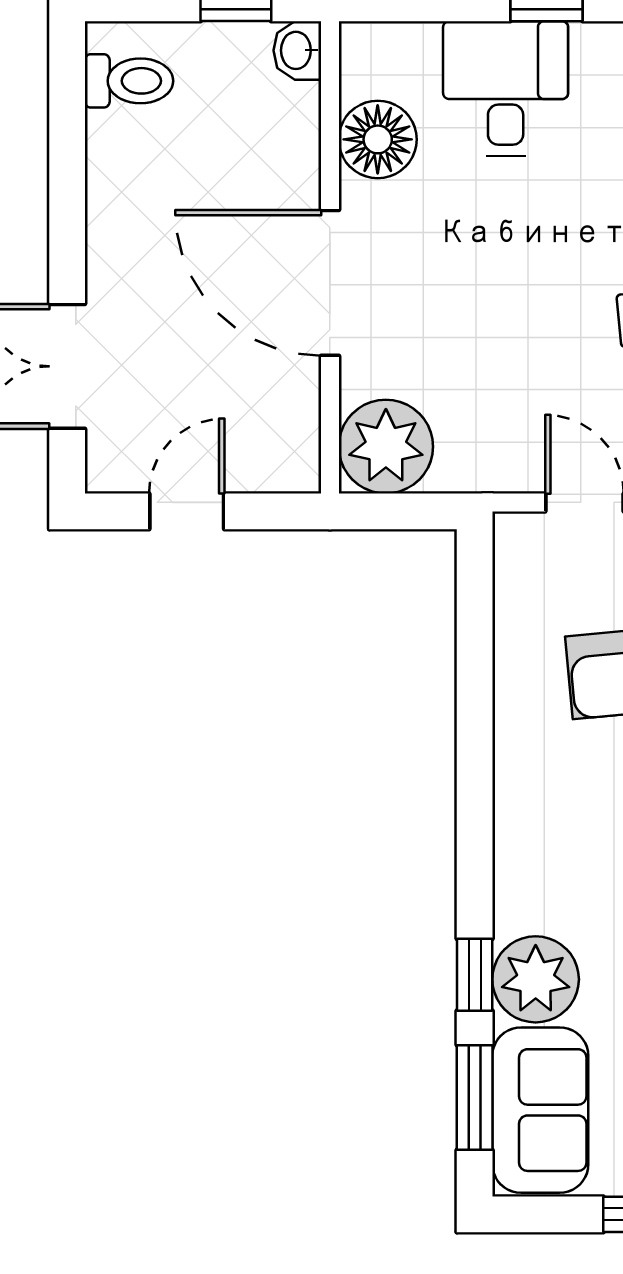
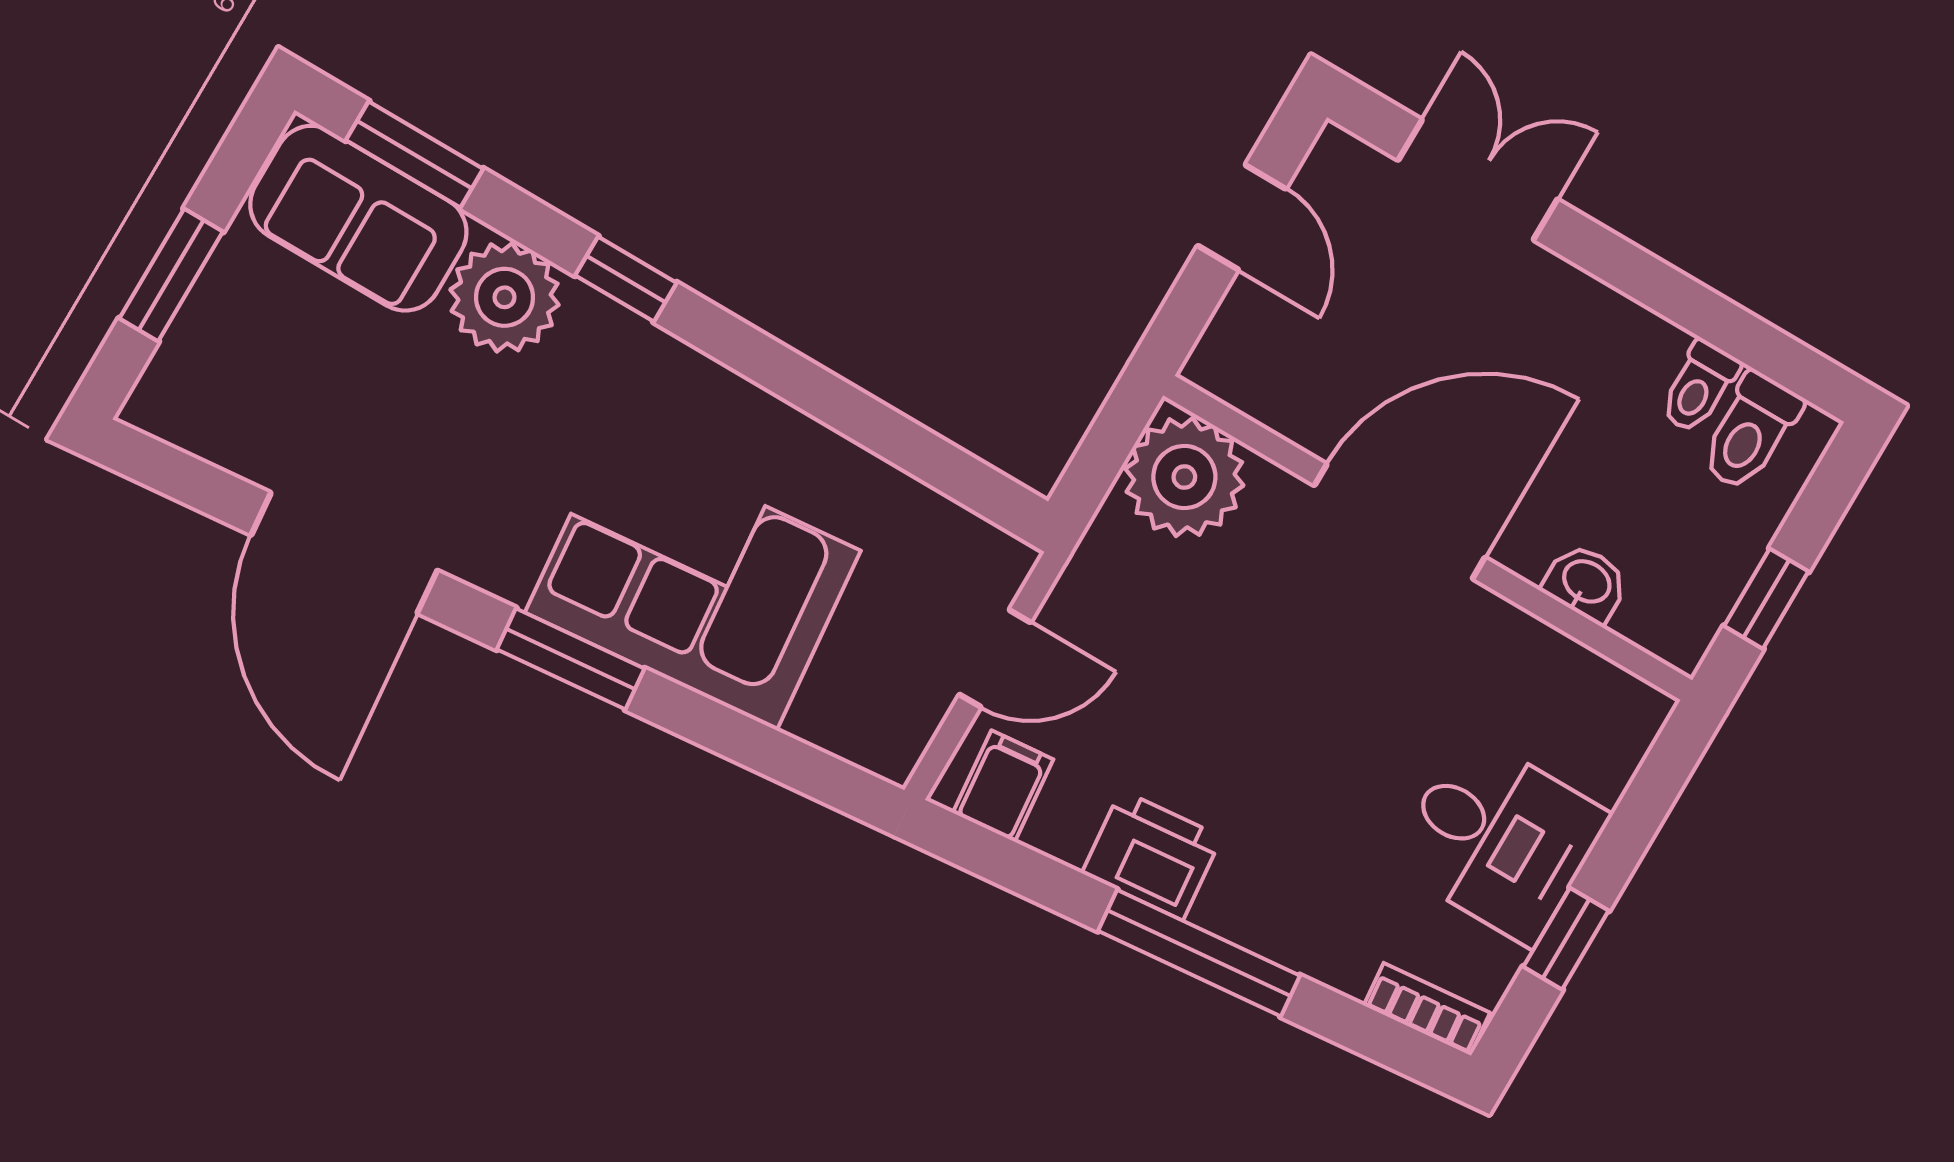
washbasin: (297, 50) -> (1586, 583), moved
toilet: (119, 134) -> (1699, 387), added
floor lamp: (378, 139) -> (1526, 666), removed
window: (475, 975) -> (626, 279), moved

